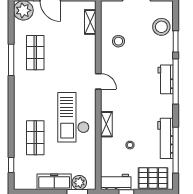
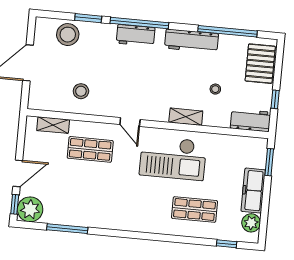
shop shelf: (35, 53) -> (90, 149), moved
window: (11, 60) -> (67, 229), moved
door: (98, 81) -> (130, 122), swing flipped
workbench: (165, 138) -> (191, 41), moved
workbench: (116, 182) -> (251, 120), moved, turned 90
plant: (79, 183) -> (251, 223), moved

